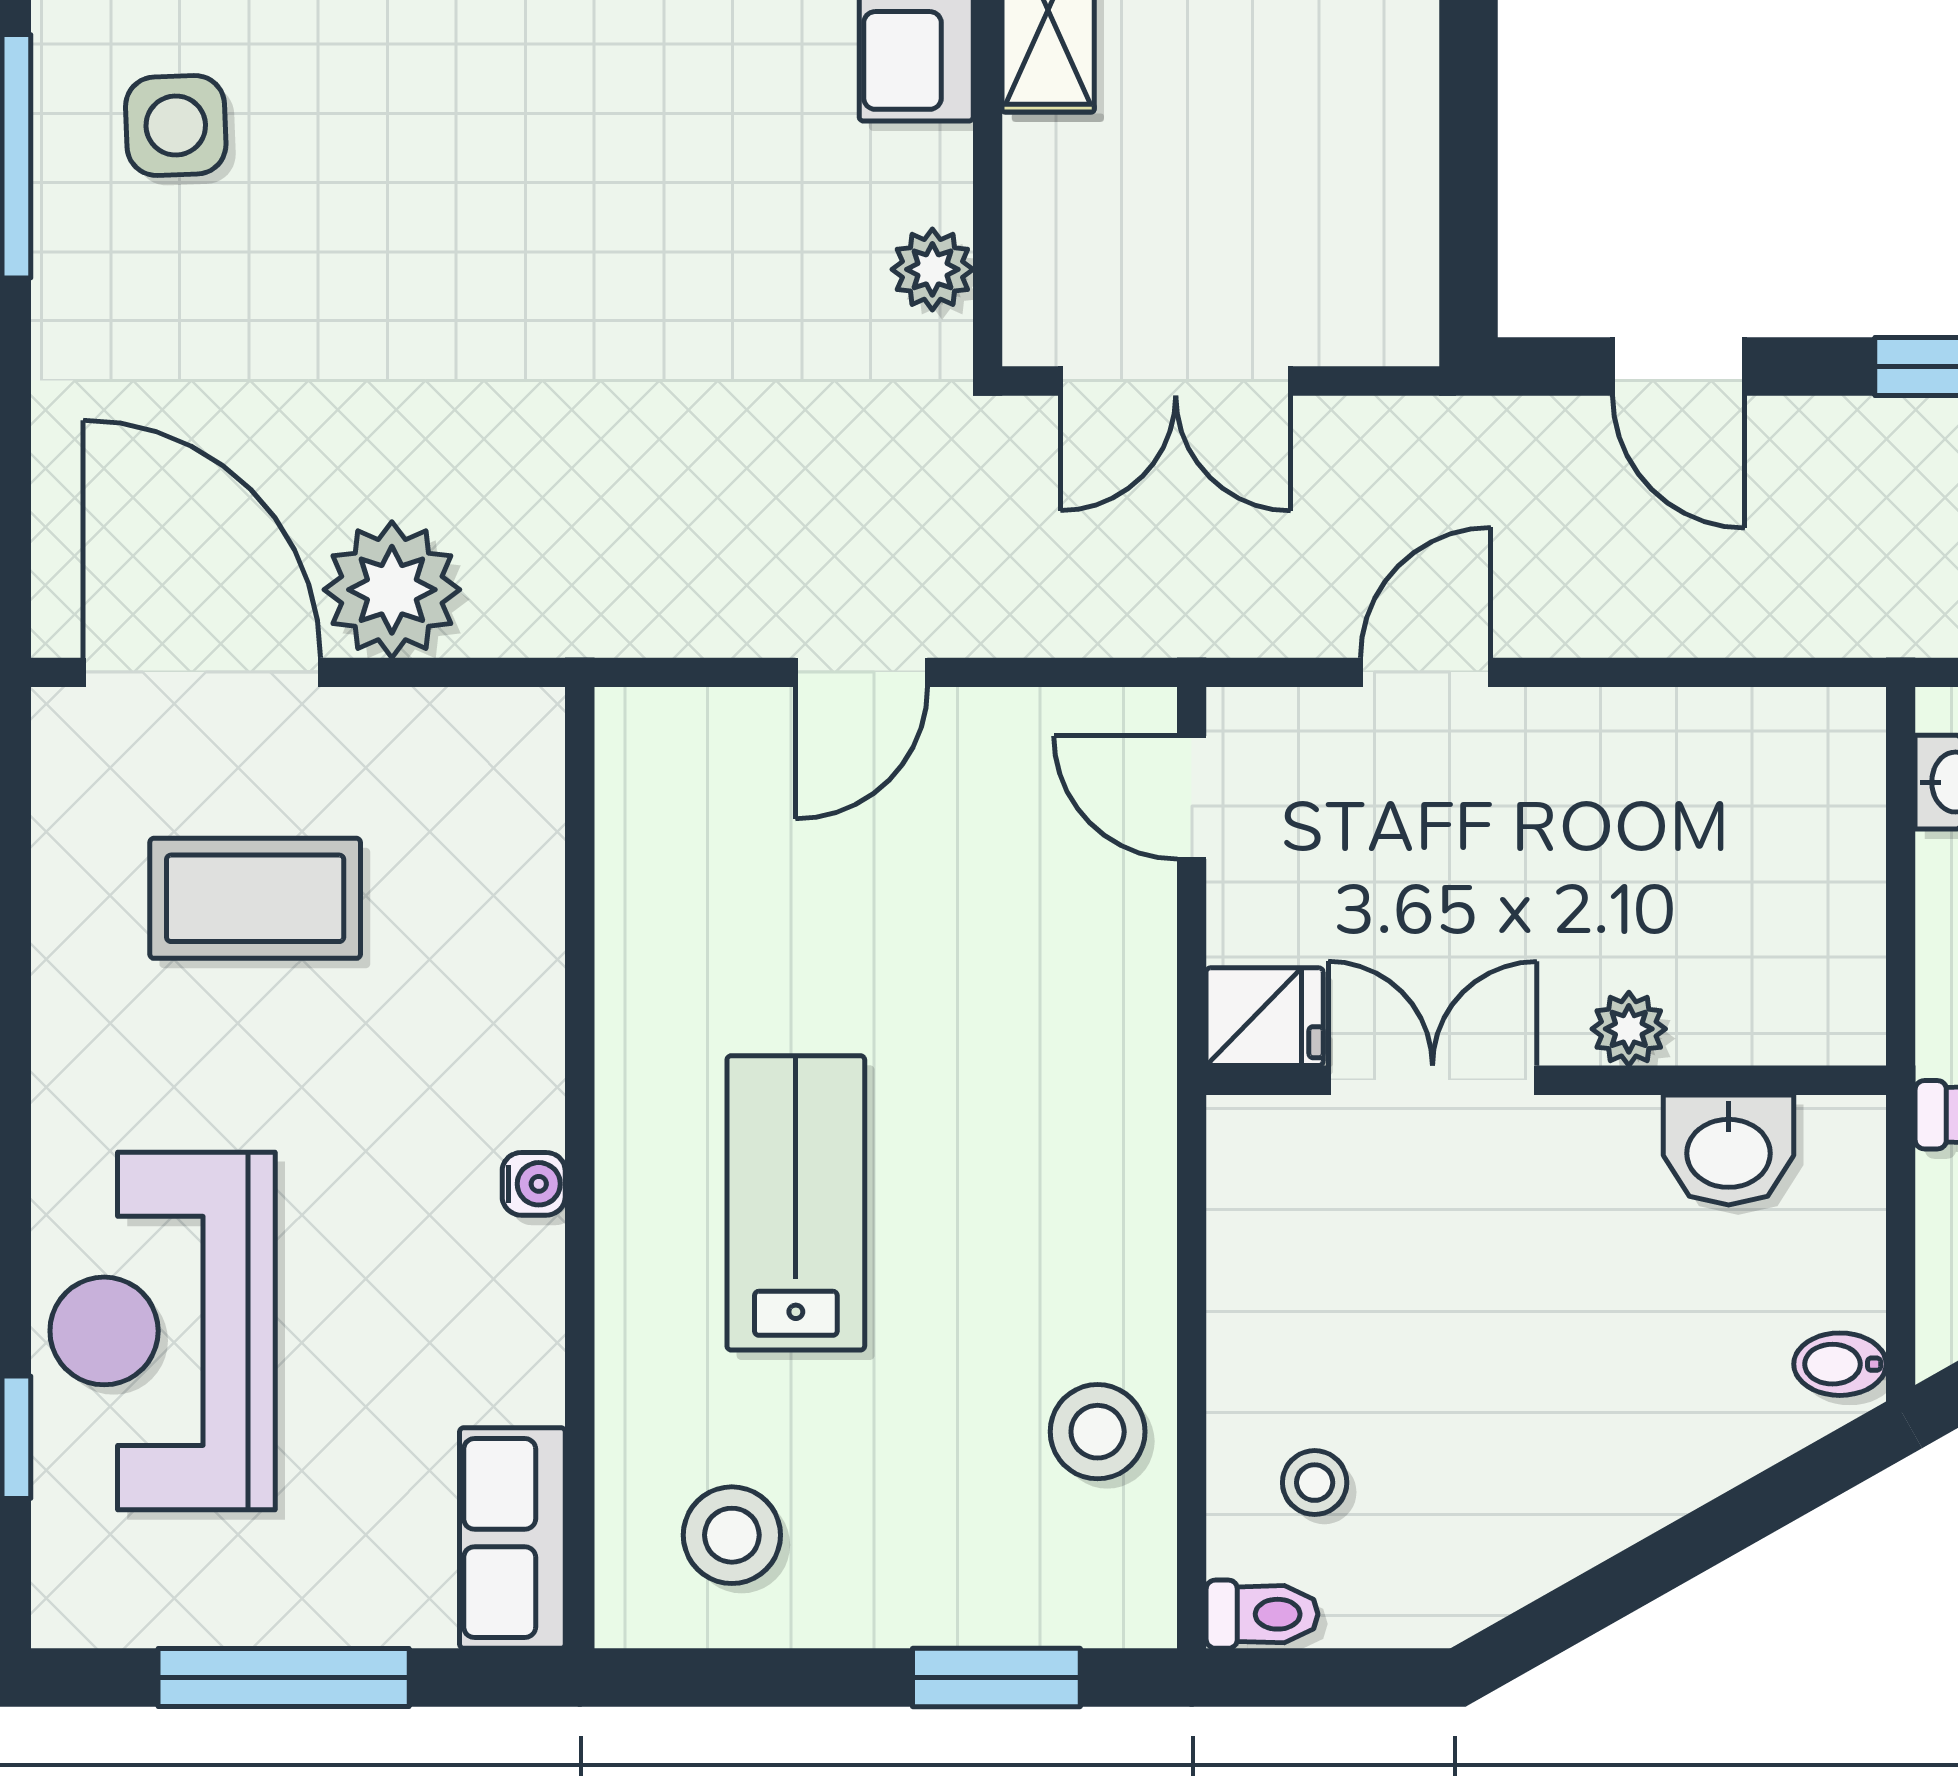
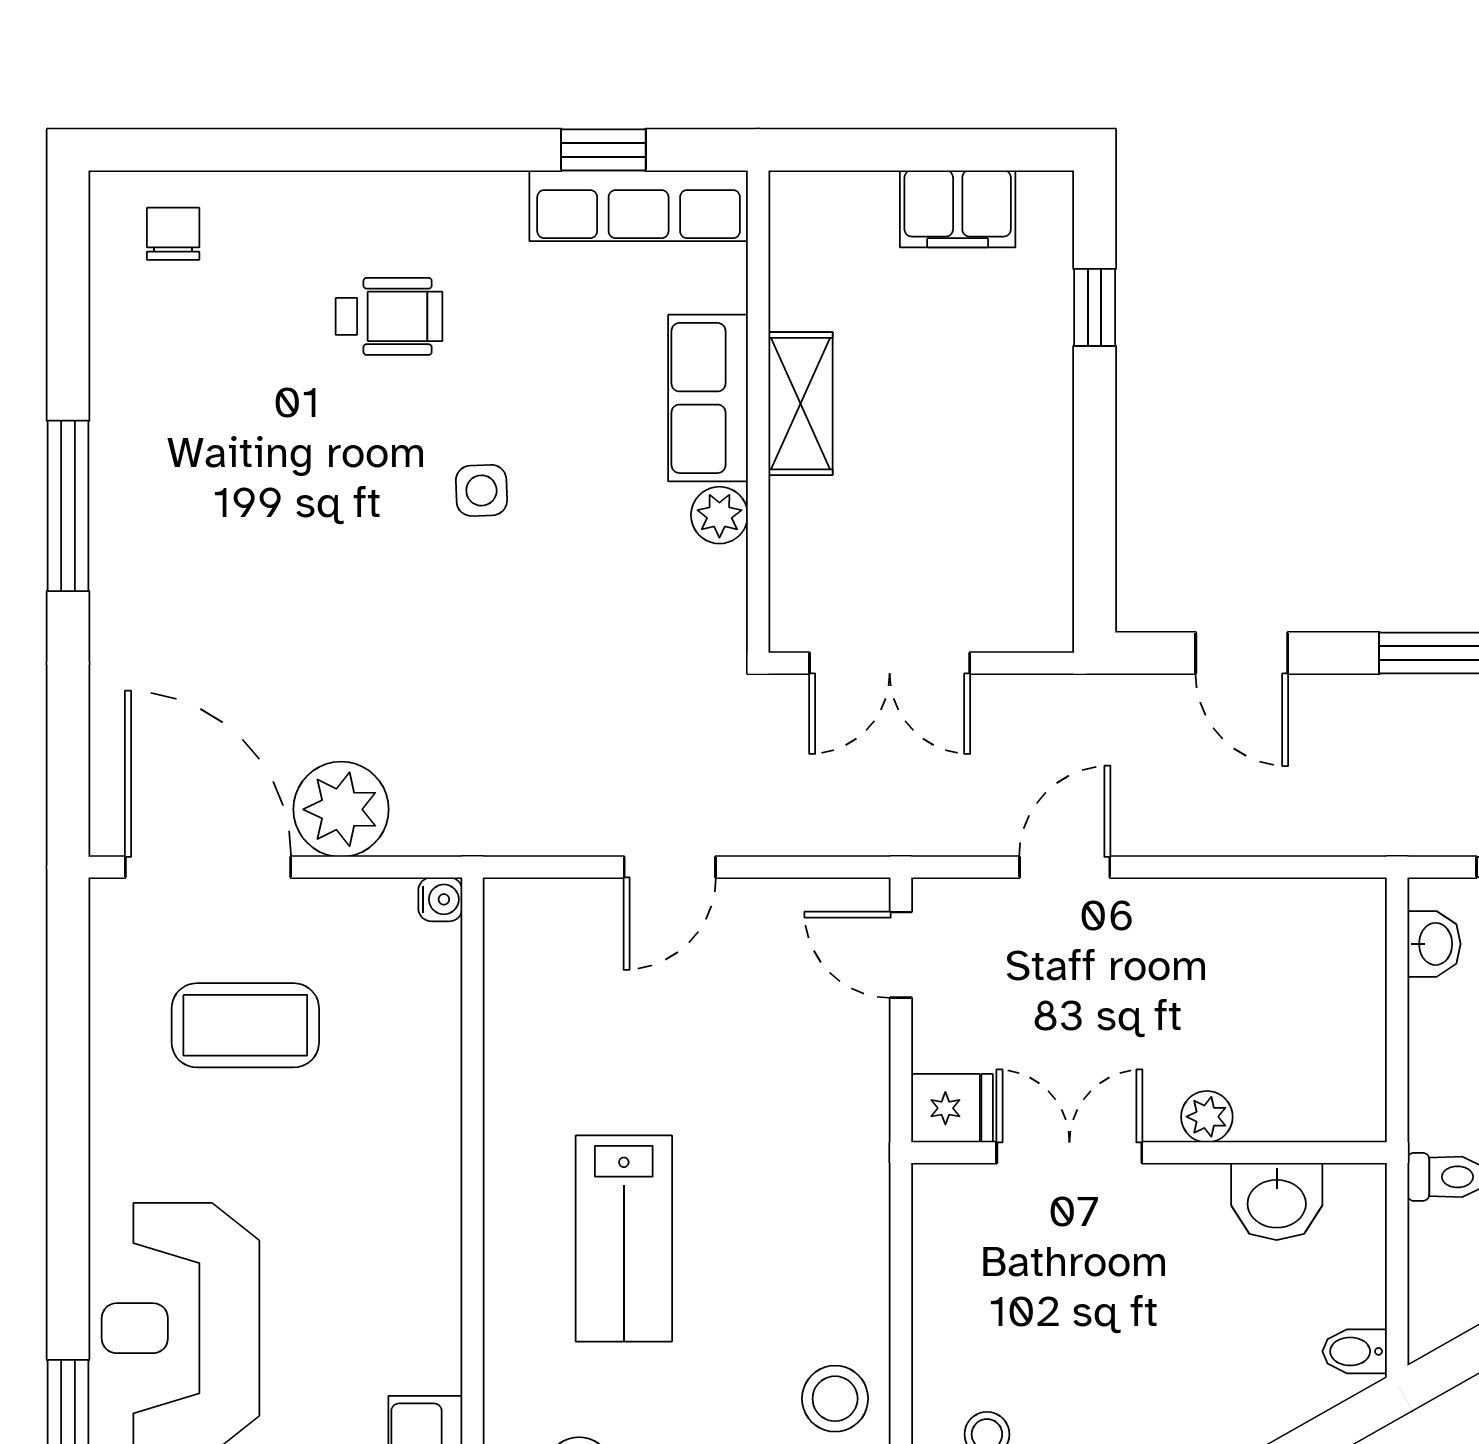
side table: (176, 125) -> (481, 490), moved, width x0.73, depth x0.73
plant: (932, 269) -> (719, 515), moved
water cooler: (534, 1184) -> (440, 899), moved
lab bench: (796, 1203) -> (624, 1239), turned 180

